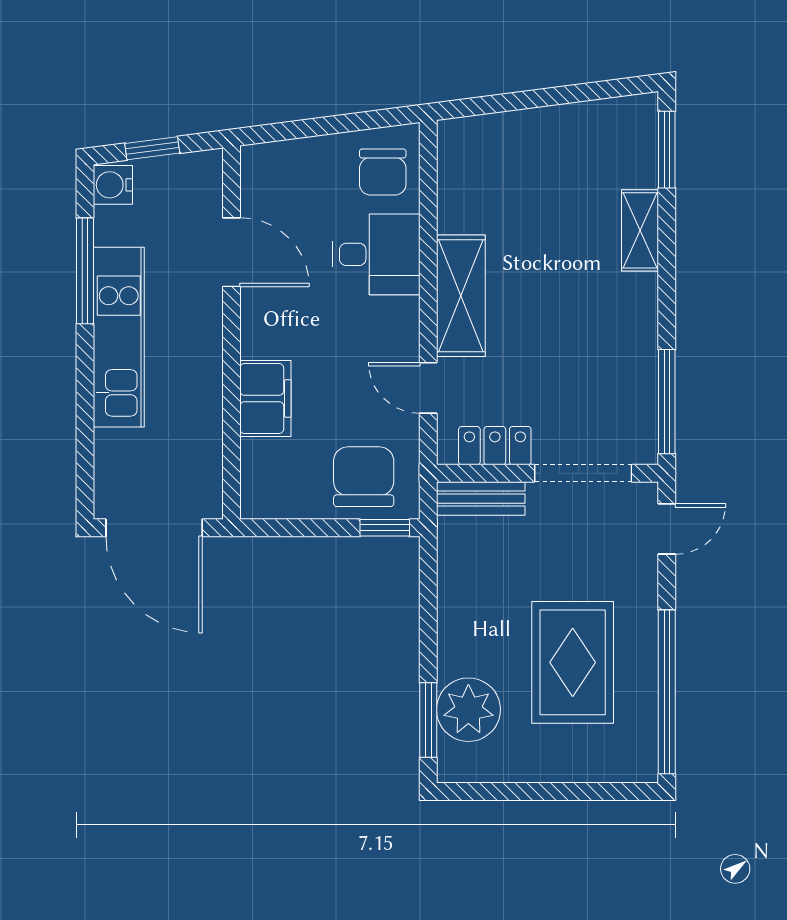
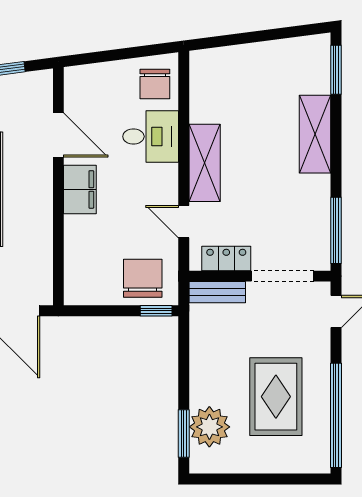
shelving: (640, 230) -> (315, 134), width x1.50, depth x1.33
filing cabinet: (265, 398) -> (80, 189), moved

